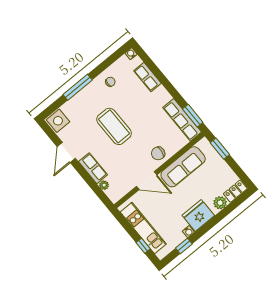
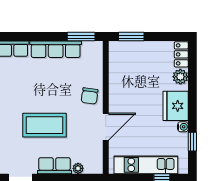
row of seats: (182, 120) -> (56, 49), moved
coffee table: (114, 126) -> (44, 125), moved
sofa: (183, 167) -> (120, 83), removed

